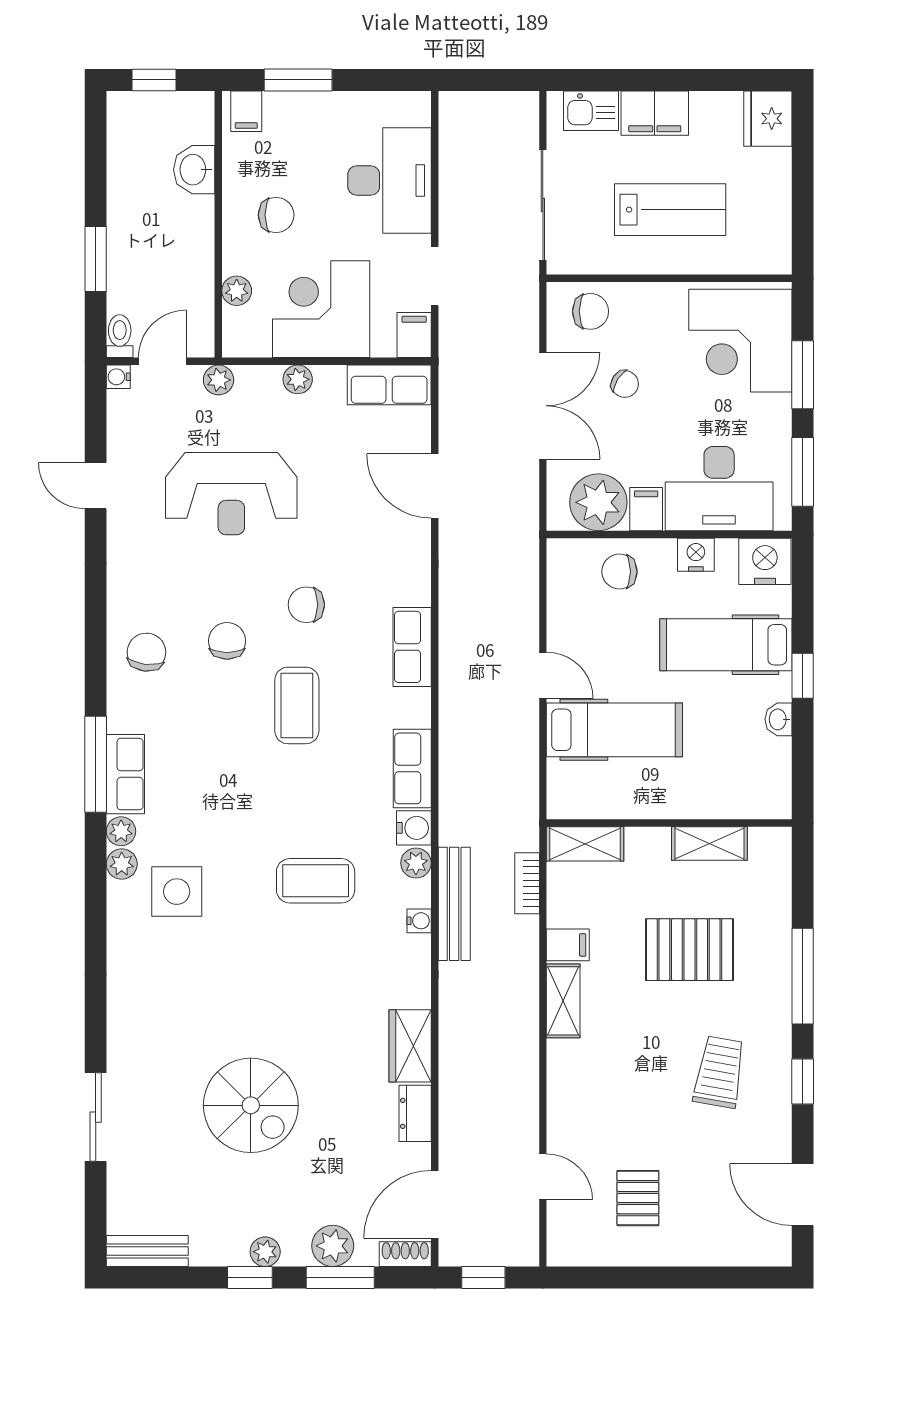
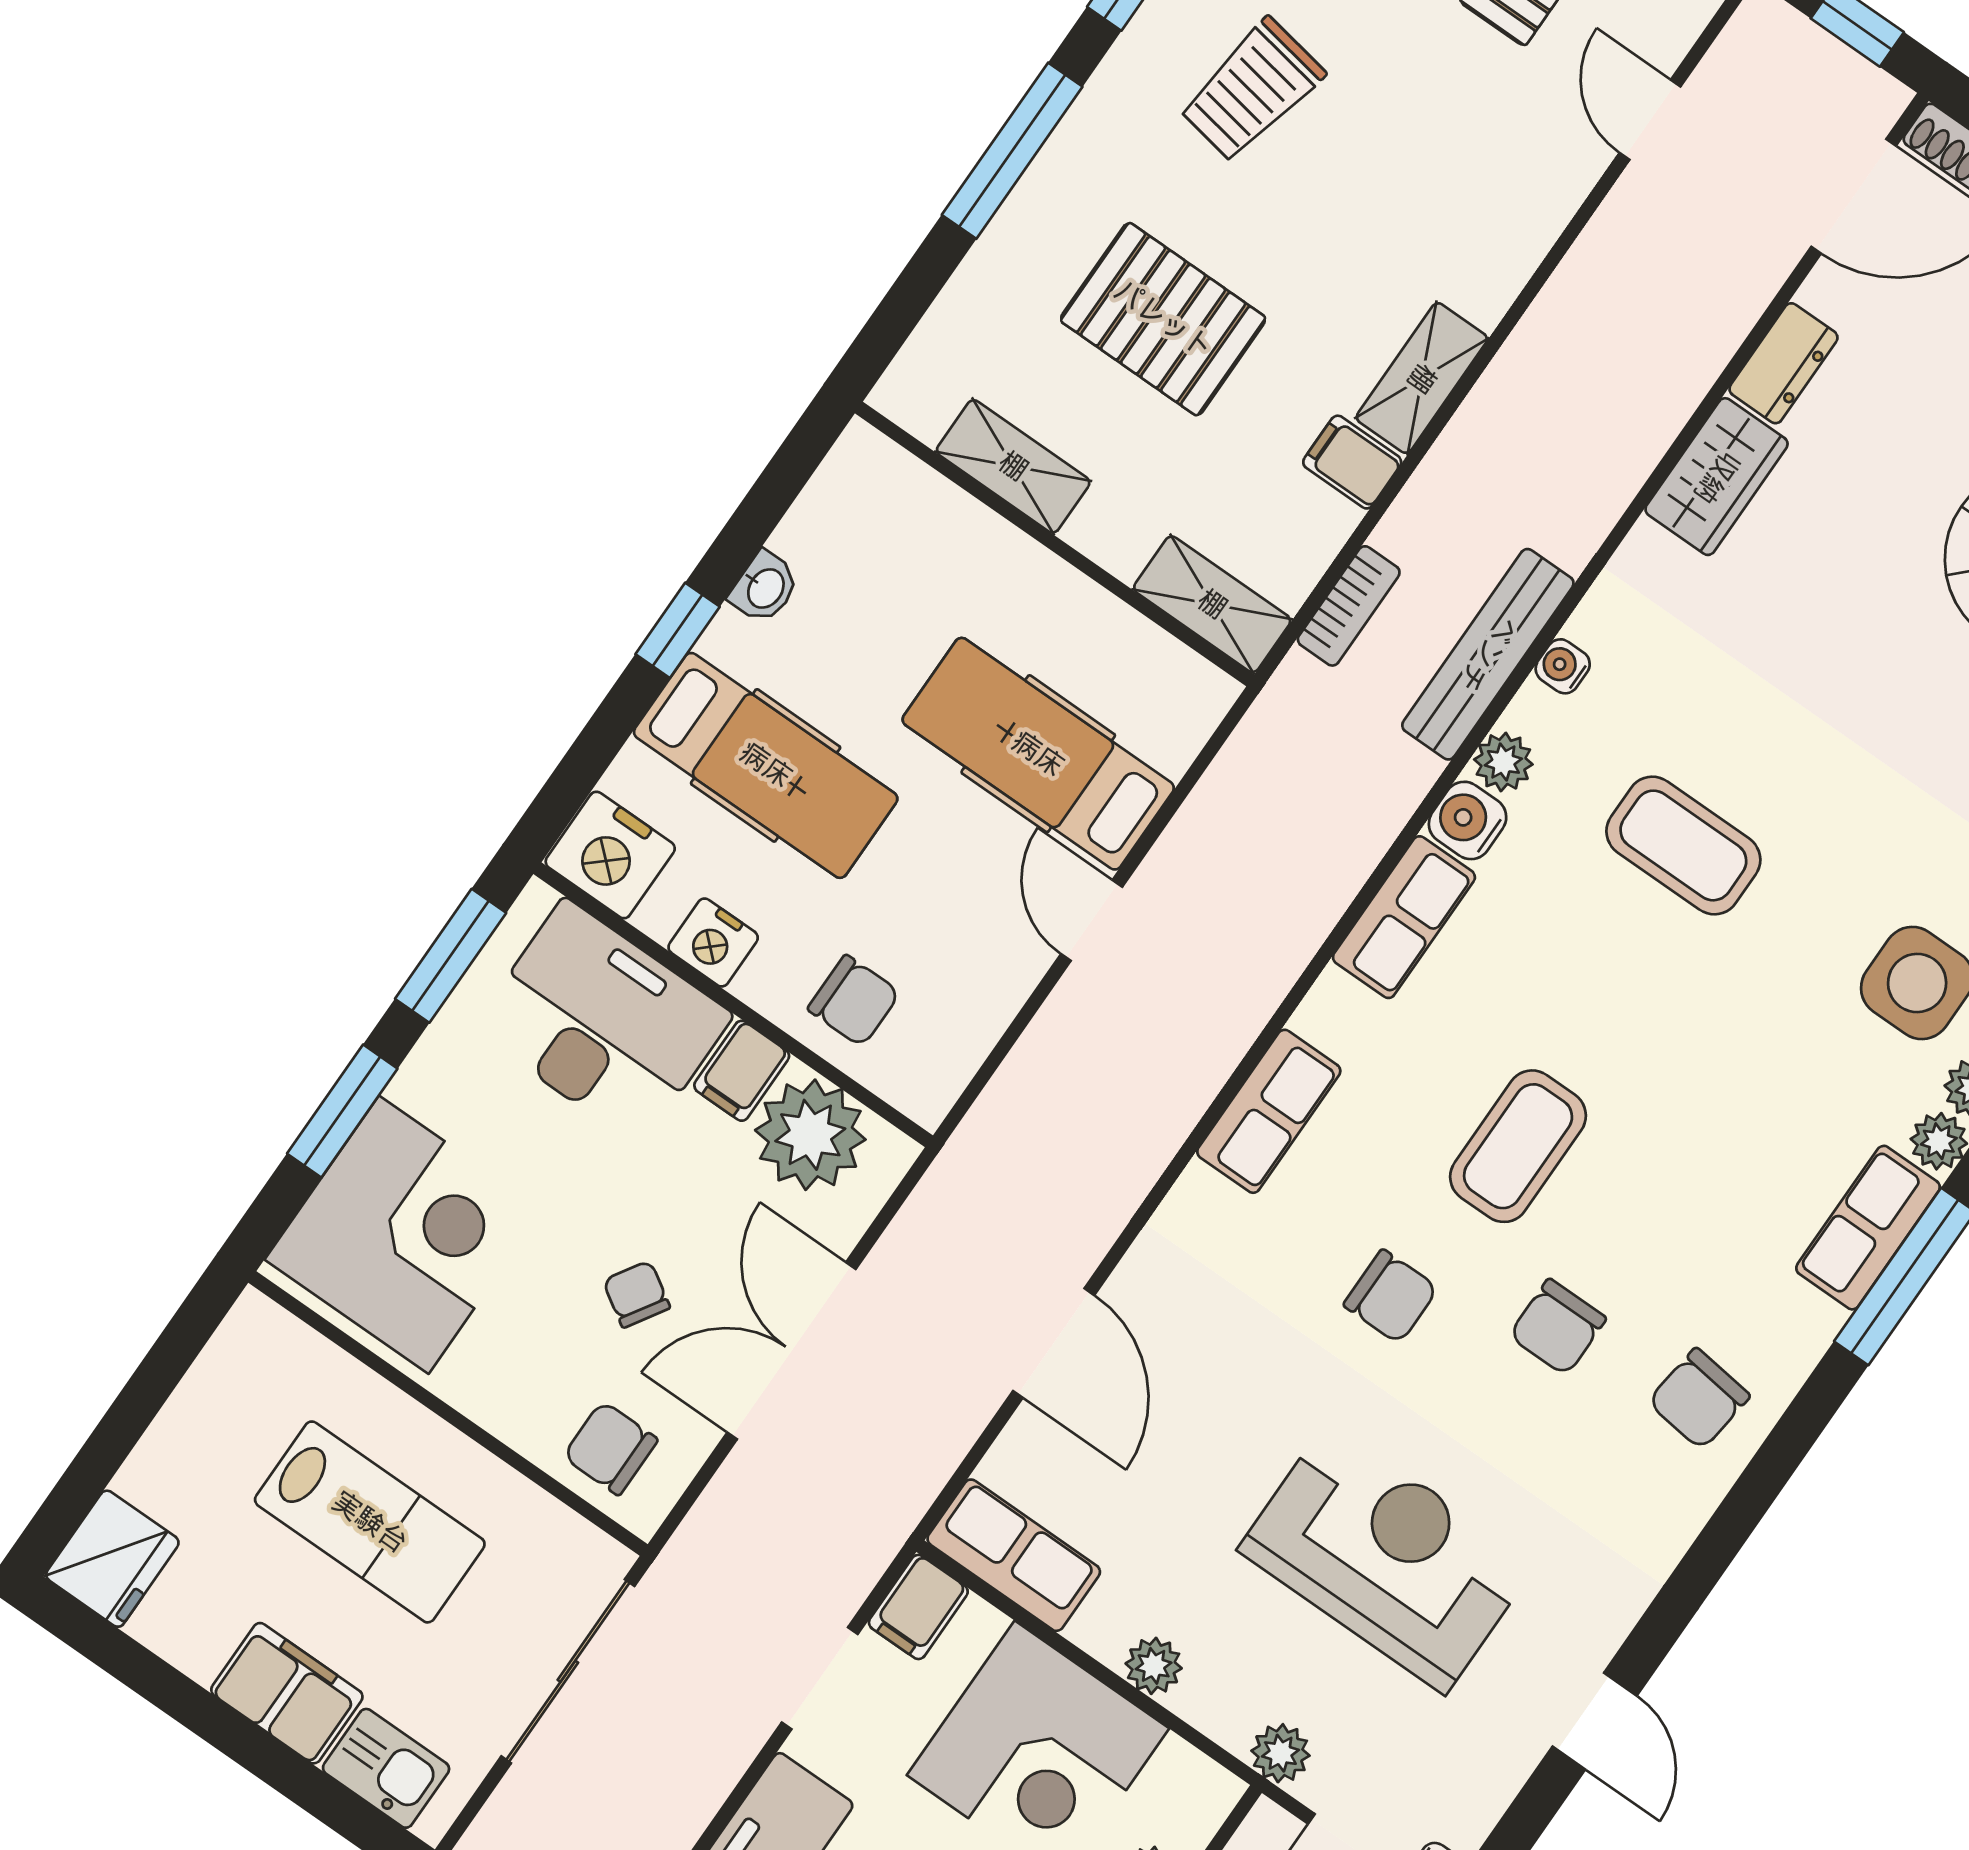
lab bench: (670, 210) -> (370, 1522), turned 180

